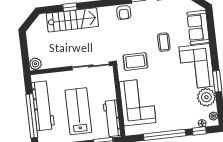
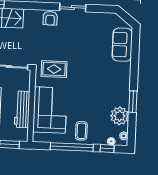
coffee table: (164, 42) -> (81, 131), moved
corner sofa: (197, 67) -> (115, 84), removed
workbench: (112, 118) -> (22, 109), moved

